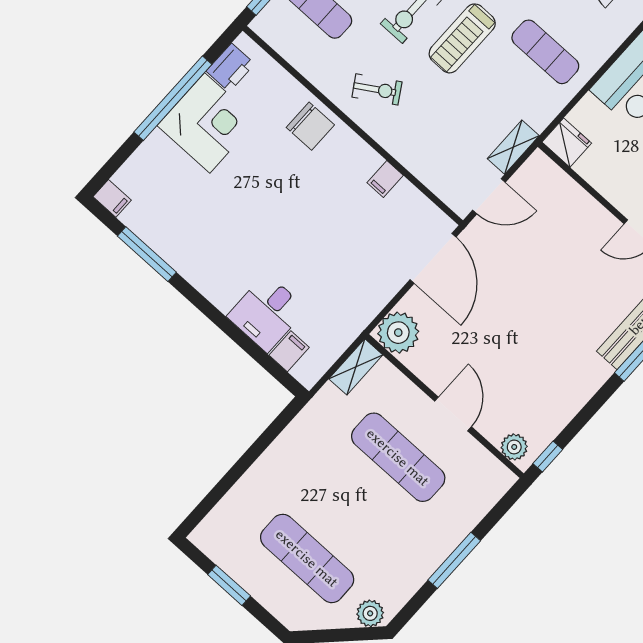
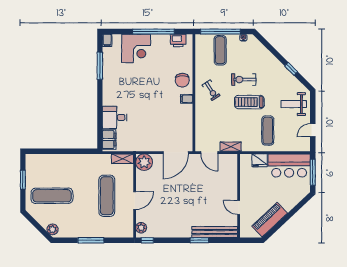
corner desk: (207, 123) -> (136, 49), moved
fridge: (567, 143) -> (260, 160), moved, turned 90
filing cabinet: (385, 179) -> (187, 99), moved
filing cabinet: (289, 351) -> (109, 140), width x2.00
exercise mat: (307, 558) -> (52, 196), turned 90

